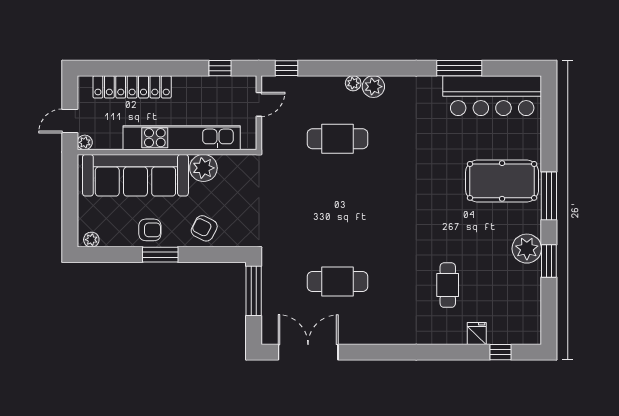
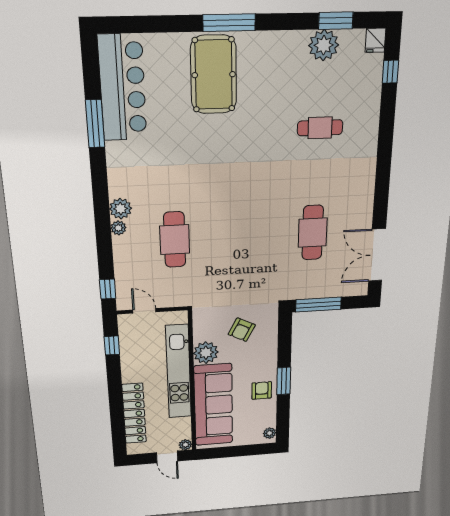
armchair: (204, 228) -> (242, 330), moved
plant: (527, 249) -> (324, 45), moved
window: (549, 261) -> (336, 21), moved
fridge: (477, 334) -> (375, 40), moved, turned -90

